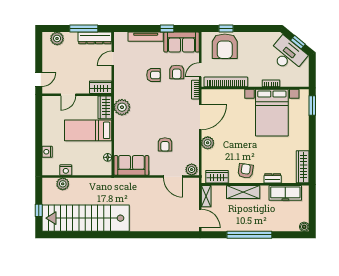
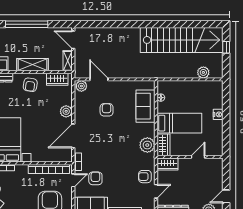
armchair: (153, 75) -> (145, 177), moved
door: (39, 79) -> (226, 196), moved
nightstand: (47, 152) -> (218, 114), moved
sofa: (131, 165) -> (146, 106), moved, turned 90
nightstand: (66, 170) -> (200, 86), removed

